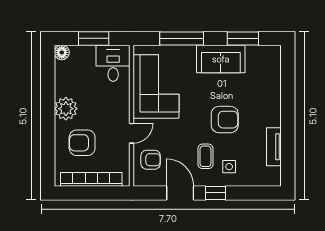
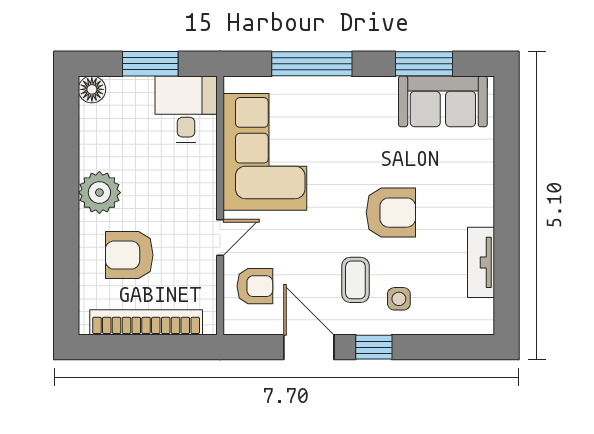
sofa: (221, 59) -> (443, 101), moved

